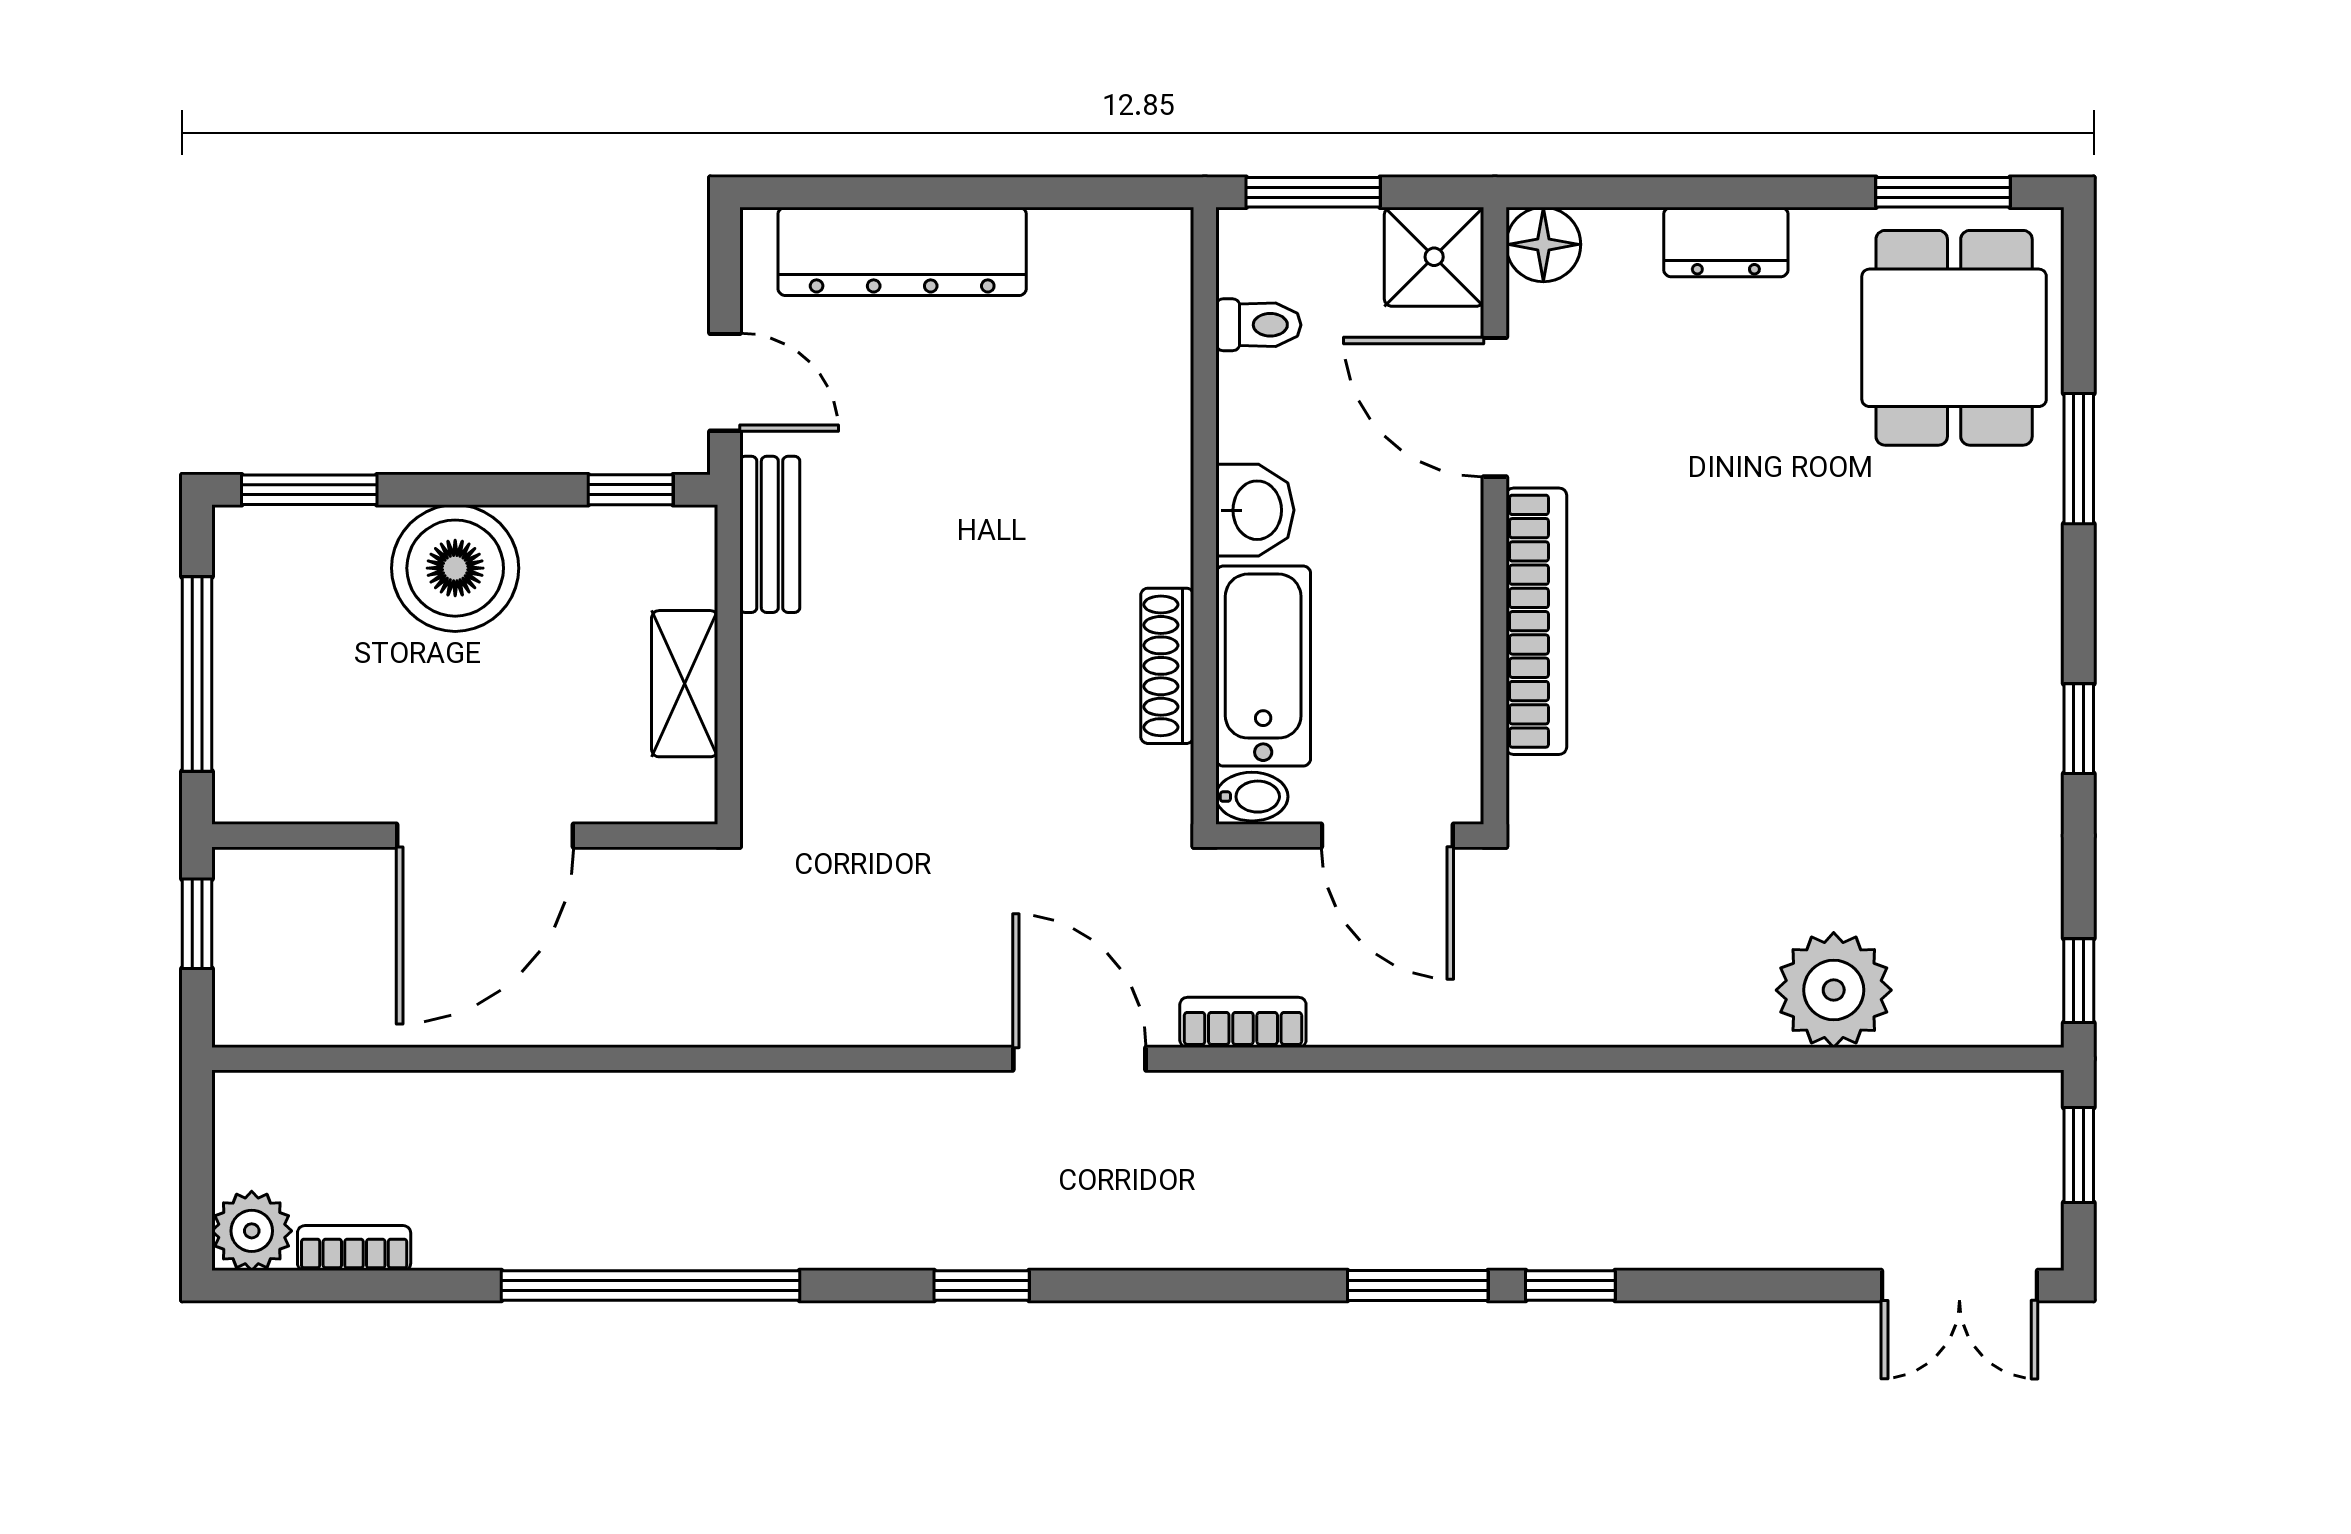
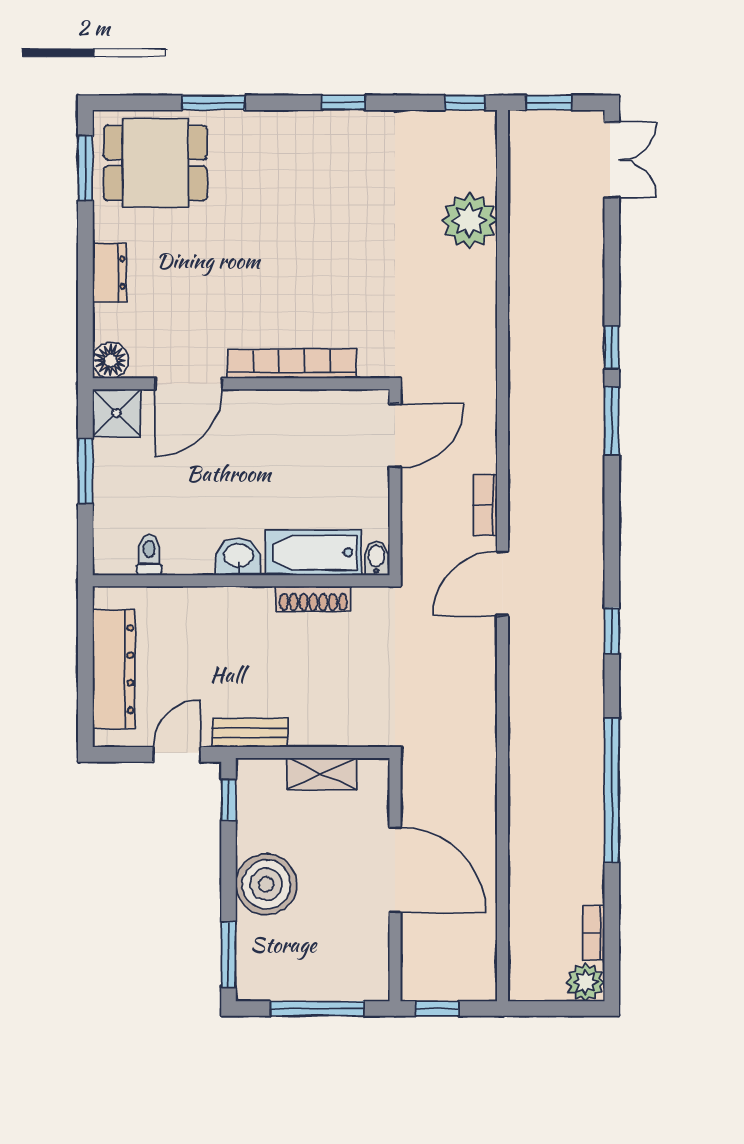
toilet: (1258, 325) -> (149, 555), moved
washbasin: (1255, 510) -> (238, 557), moved
wall: (1205, 516) -> (241, 581), moved
shoe rack: (1167, 666) -> (313, 599), moved
bathtub: (1263, 666) -> (313, 553), moved
bidet: (1252, 797) -> (376, 558), moved

